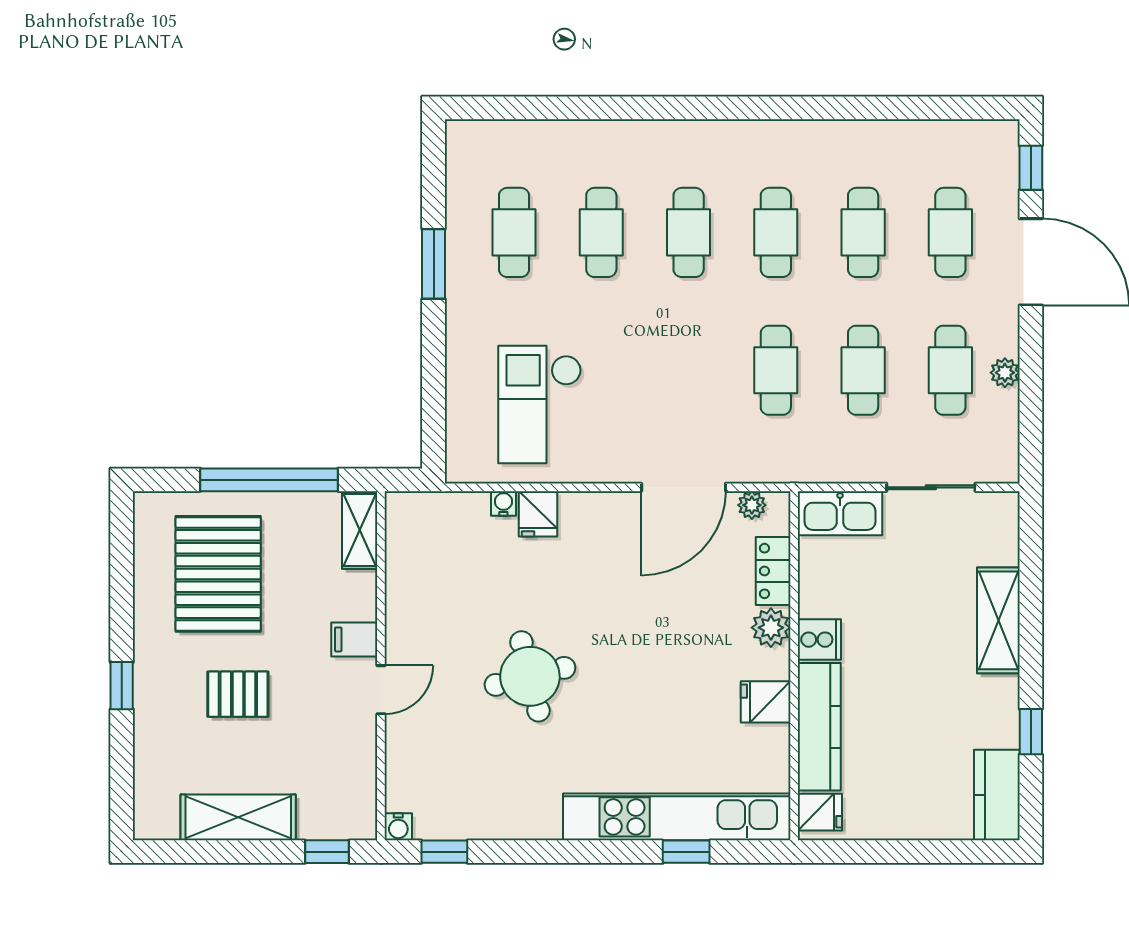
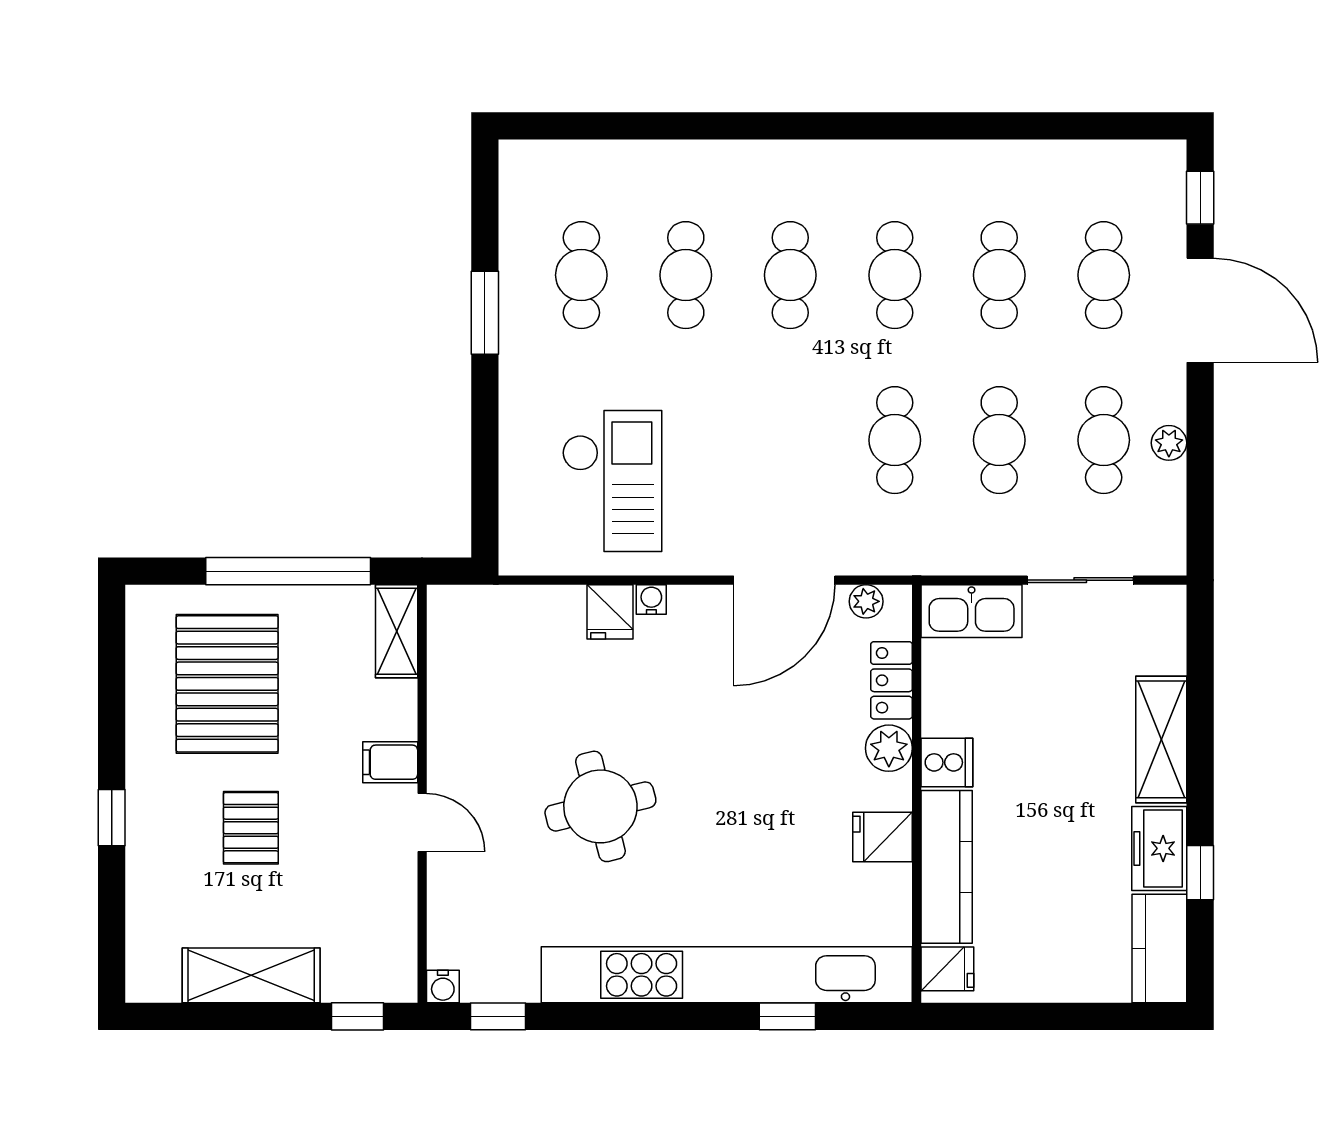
checkout: (540, 404) -> (612, 481), turned 180
water cooler: (503, 503) -> (651, 600), moved
door: (381, 690) -> (422, 823), hinge flipped
pallet: (238, 694) -> (251, 828), turned 90
freezer: (997, 711) -> (1159, 848), added
kitchen unit: (677, 817) -> (727, 975), width x1.36

